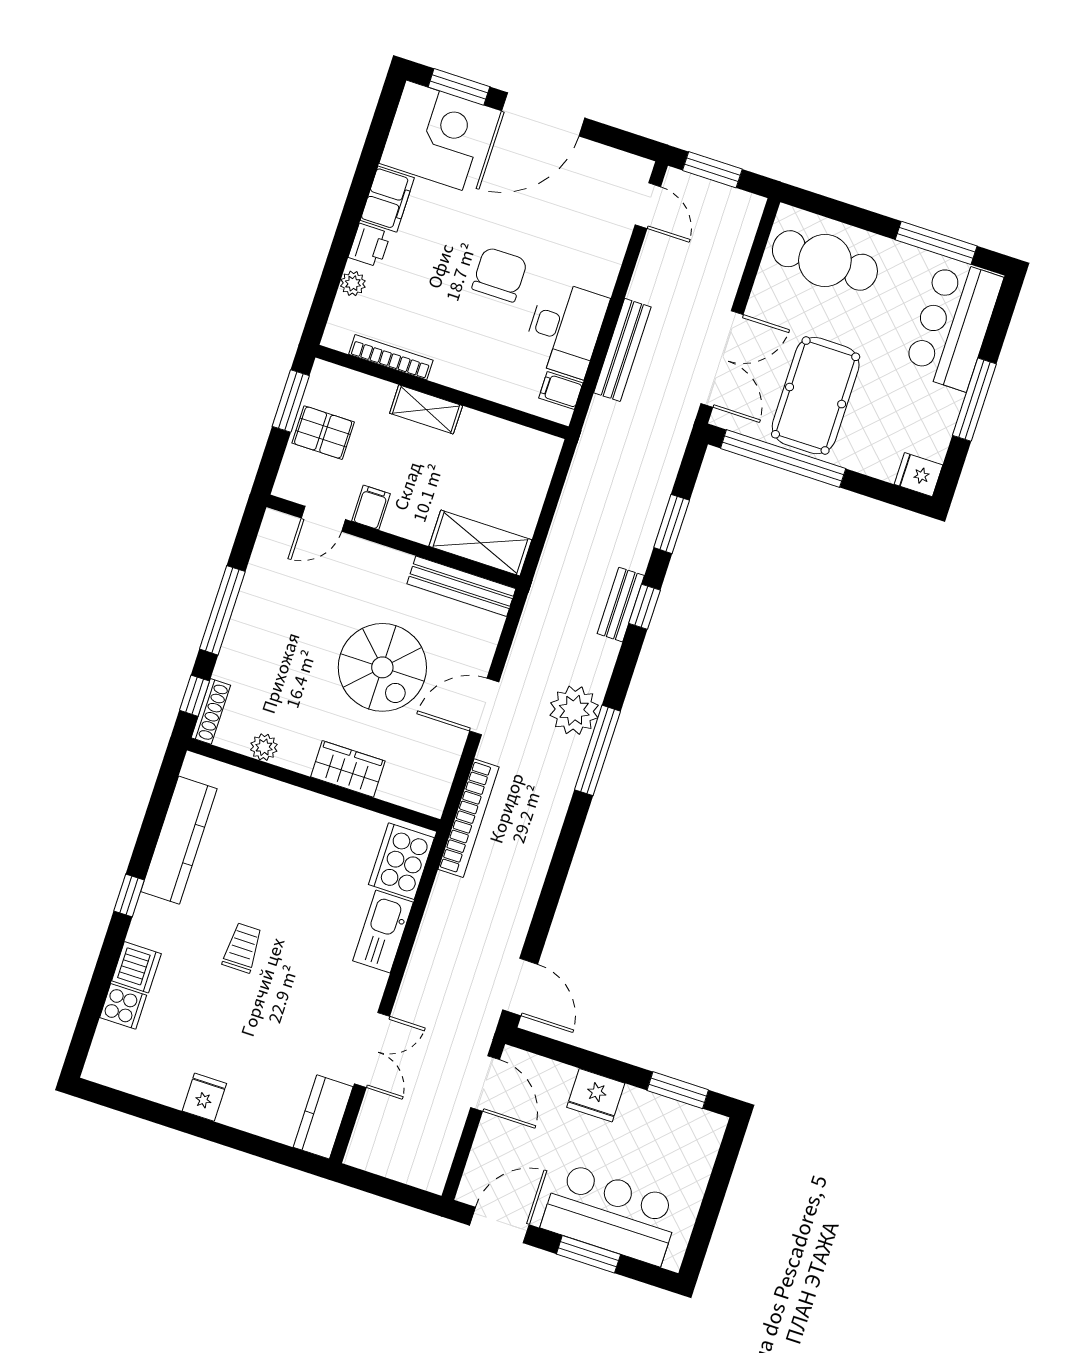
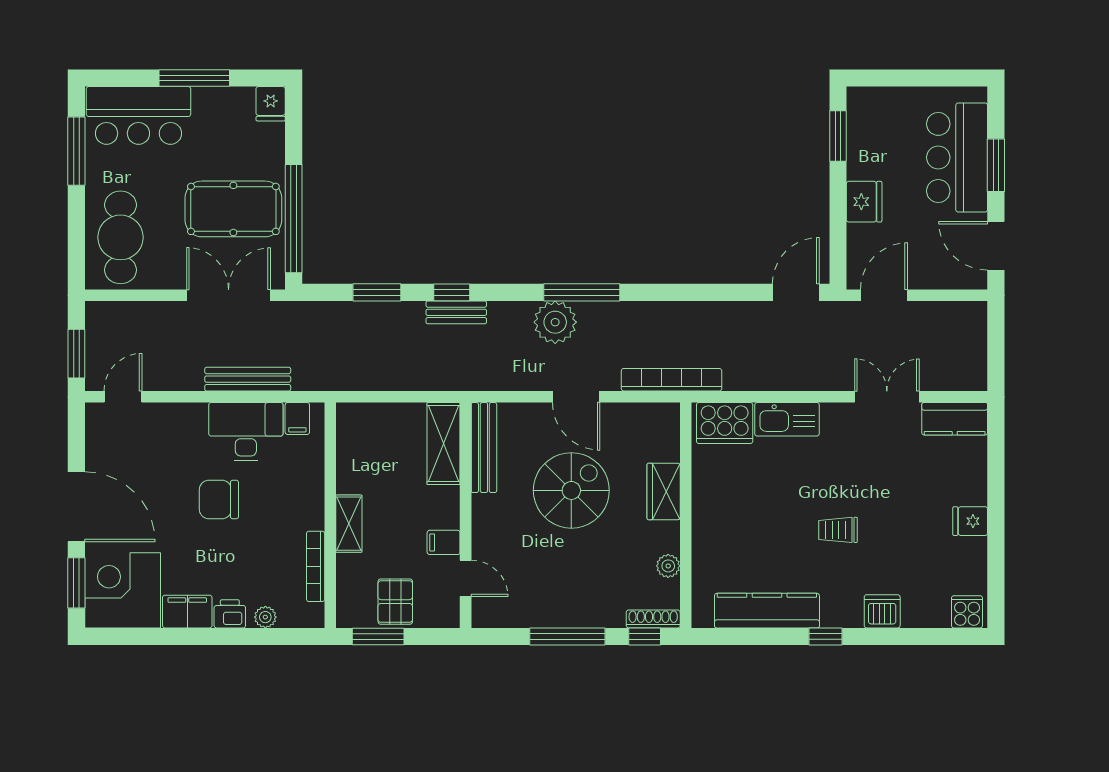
cooker: (123, 1006) -> (967, 612), moved

